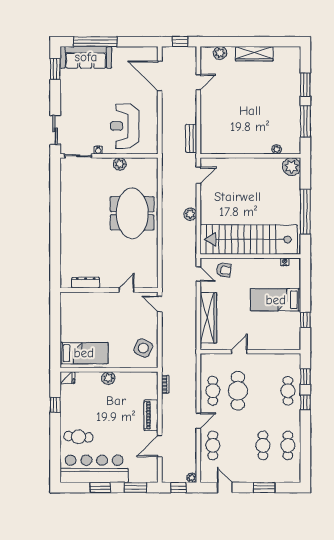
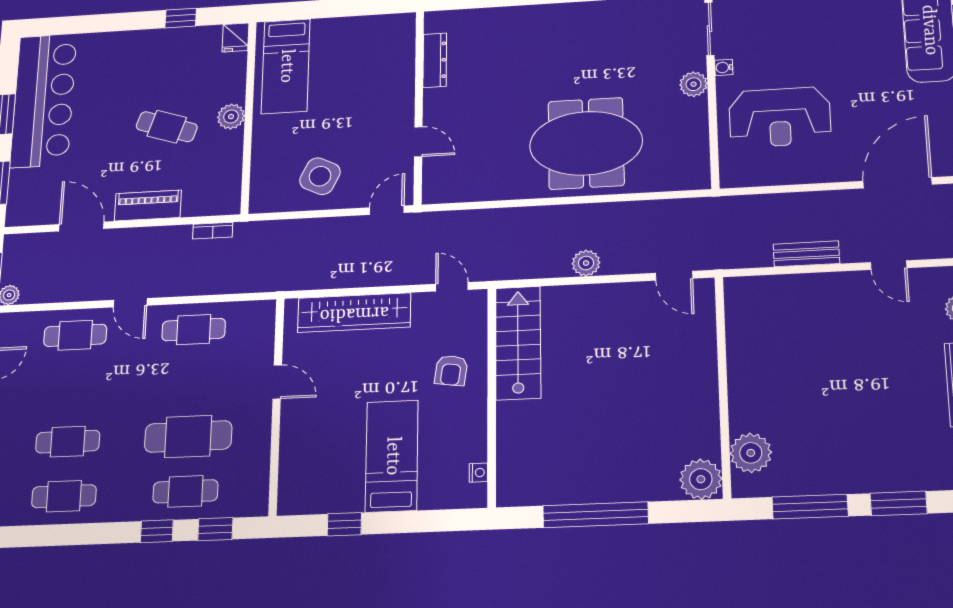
reception desk: (125, 126) -> (780, 117), turned 180
bench: (191, 138) -> (806, 254), moved
plant: (277, 149) -> (751, 453), width x1.88, depth x1.88
plant: (120, 164) -> (694, 84), moved
stairs: (249, 239) -> (518, 343), width x0.54, depth x0.66
armchair: (224, 270) -> (451, 371), moved
door: (198, 274) -> (452, 287), swing flipped
side table: (143, 348) -> (320, 176), moved
cafe table: (238, 391) -> (188, 436), moved
cafe table: (78, 437) -> (167, 127), moved, turned -76

